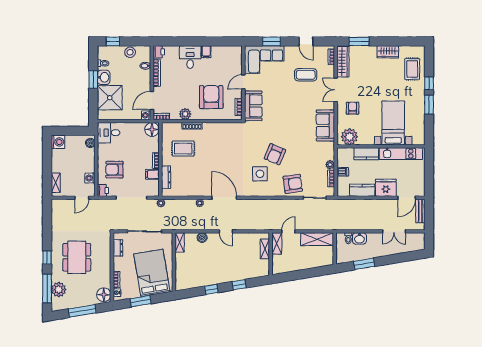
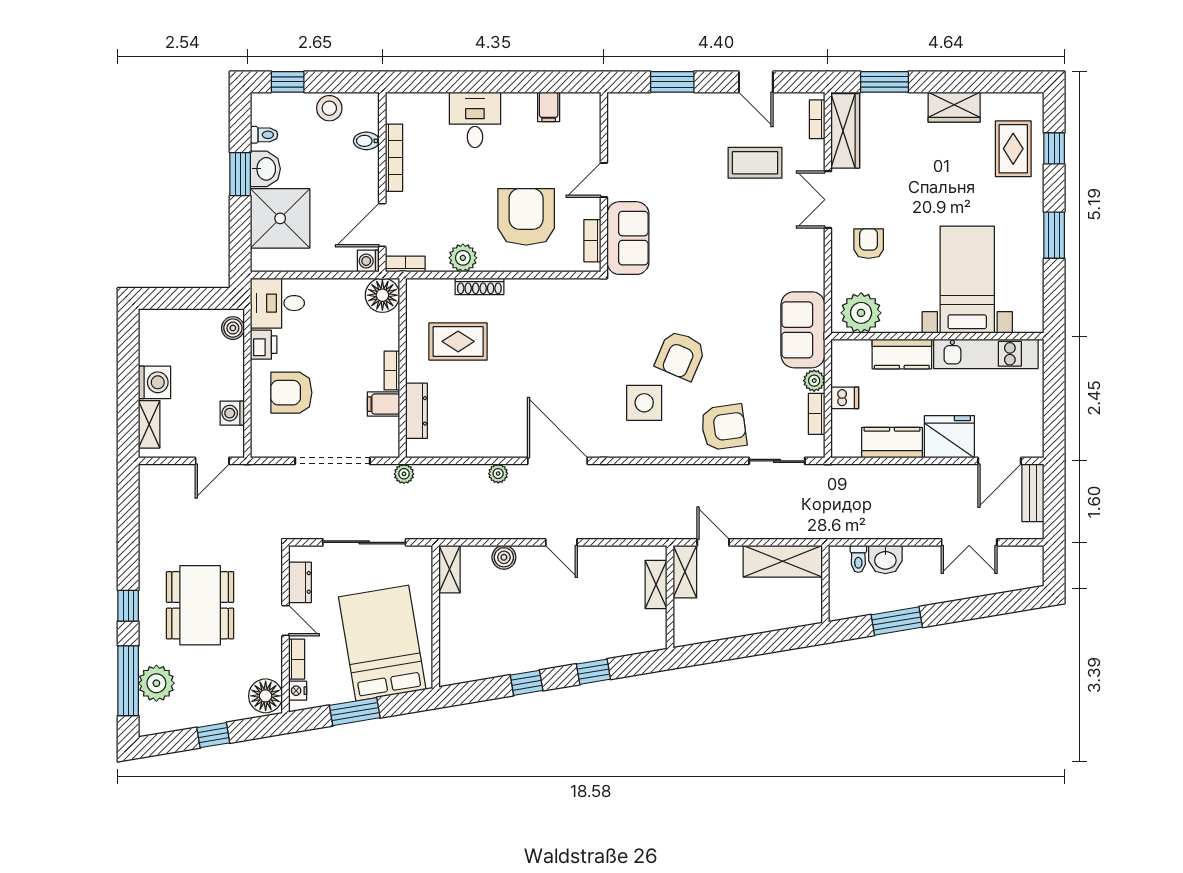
printer: (159, 52) -> (399, 107), removed
filing cabinet: (206, 52) -> (549, 107), moved
corner sofa: (264, 60) -> (654, 126), removed
window: (429, 83) -> (1054, 148), moved
sofa: (325, 125) -> (803, 330), moved
washing machine: (58, 142) -> (155, 382), moved
printer: (103, 191) -> (264, 345), moved
door: (288, 231) -> (713, 542), hinge flipped
door: (112, 264) -> (286, 620), added
window: (82, 311) -> (213, 735), width x0.46

